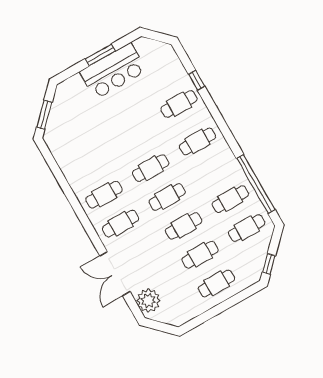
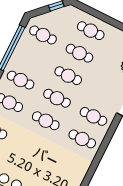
cafe table: (230, 199) -> (21, 80), moved

